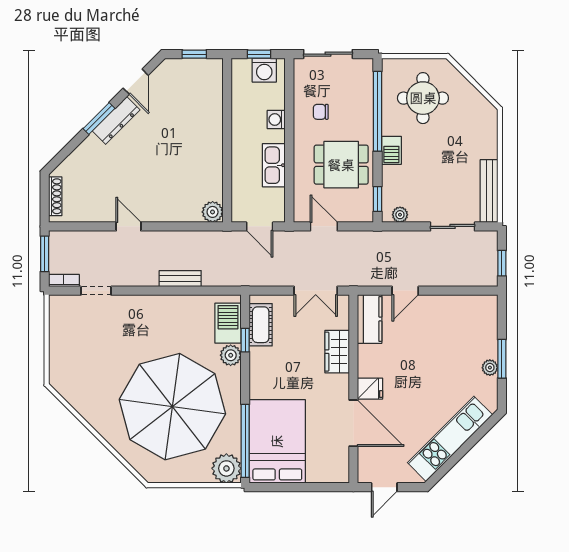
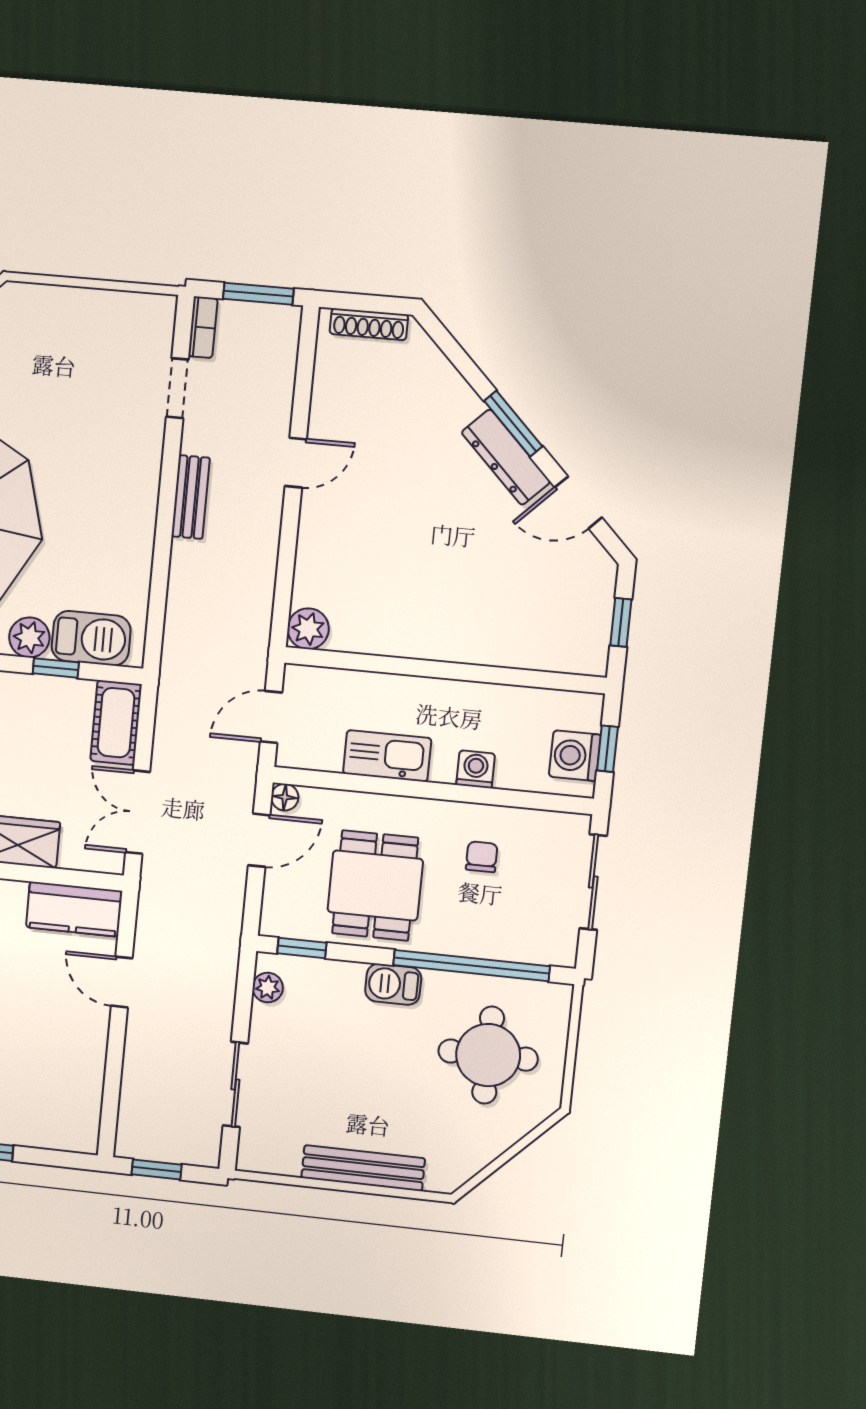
bench: (489, 191) -> (363, 1168), moved
floor lamp: (300, 215) -> (285, 797), added
bench: (180, 279) -> (191, 497), moved
cot: (261, 325) -> (116, 723), moved, turned 90

